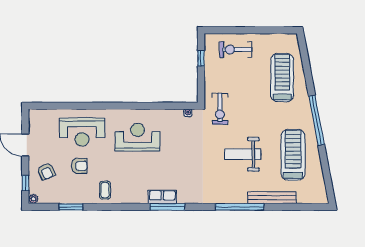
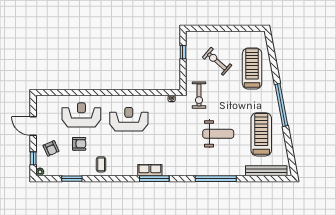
exercise bike: (236, 50) -> (217, 61), moved, turned 41
reception desk: (82, 132) -> (81, 115), turned 180
weight bench: (243, 154) -> (218, 134), turned 180
bench: (272, 198) -> (266, 171), moved

